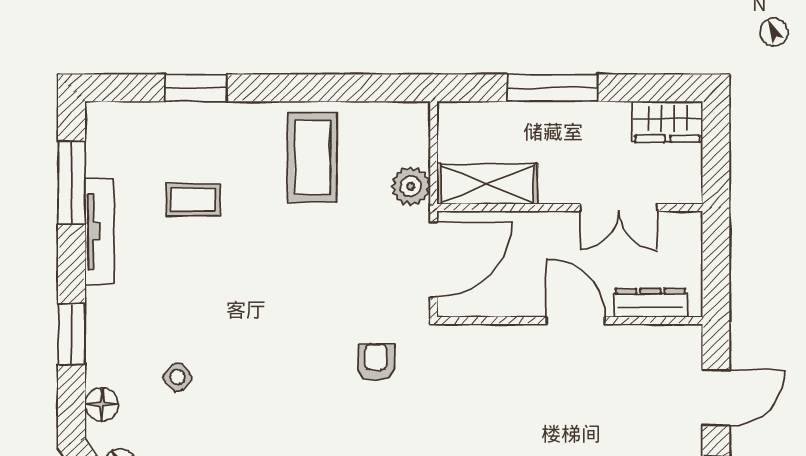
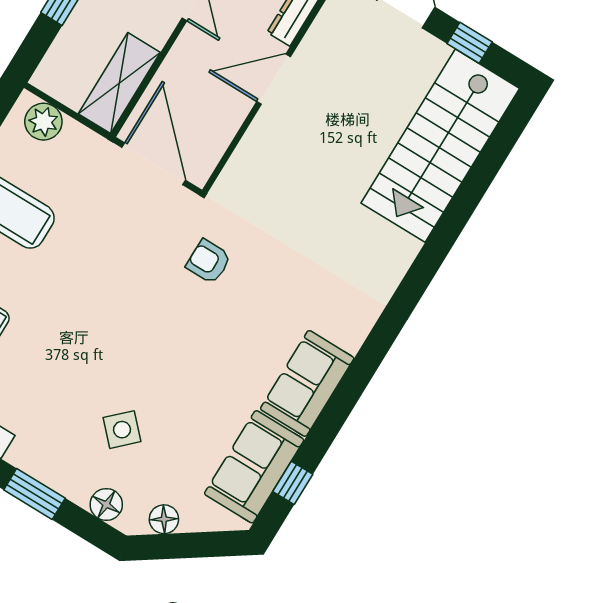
plant: (411, 186) -> (43, 122), moved
side table: (178, 377) -> (122, 430), width x1.37, depth x1.37

